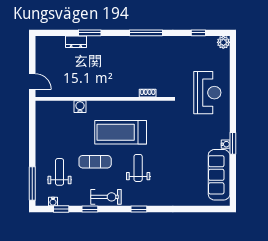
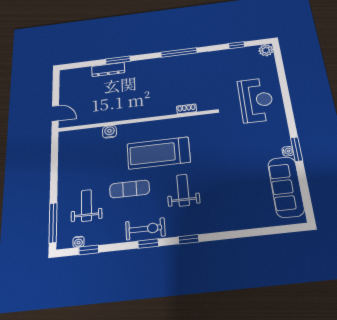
dresser: (76, 42) -> (108, 69), width x1.44
window: (90, 209) -> (148, 244), moved

